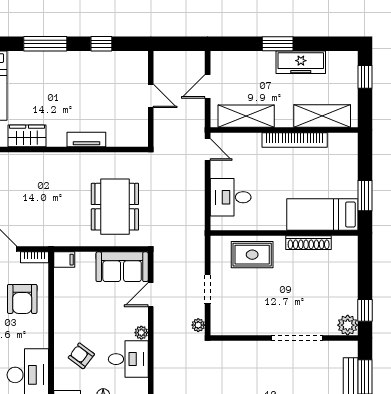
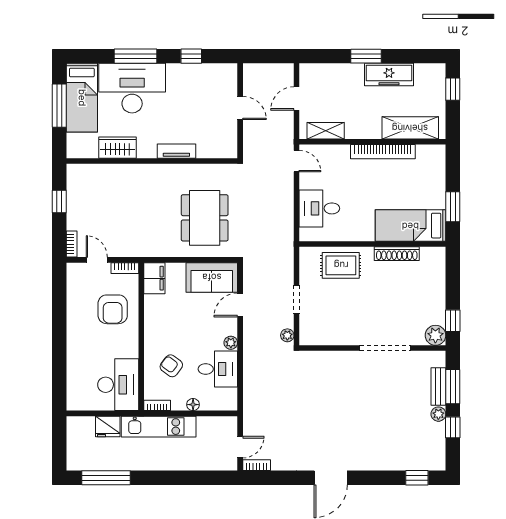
desk: (42, 76) -> (132, 88), added
shelving: (246, 116) -> (326, 131), width x0.67, depth x0.75
filing cabinet: (64, 260) -> (154, 278), width x2.00

